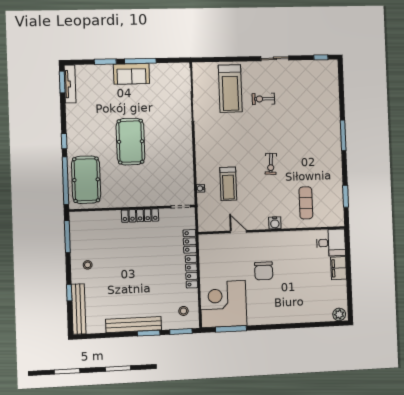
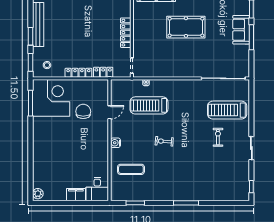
treadmill: (228, 184) -> (149, 105), width x1.37, depth x1.37
chair: (264, 271) -> (83, 111), moved, turned 90

